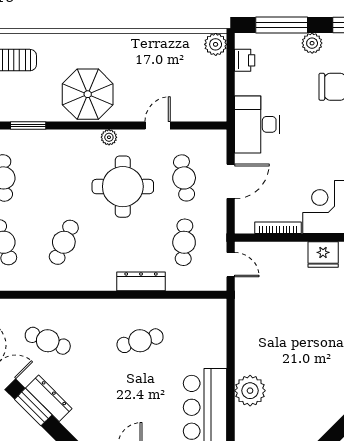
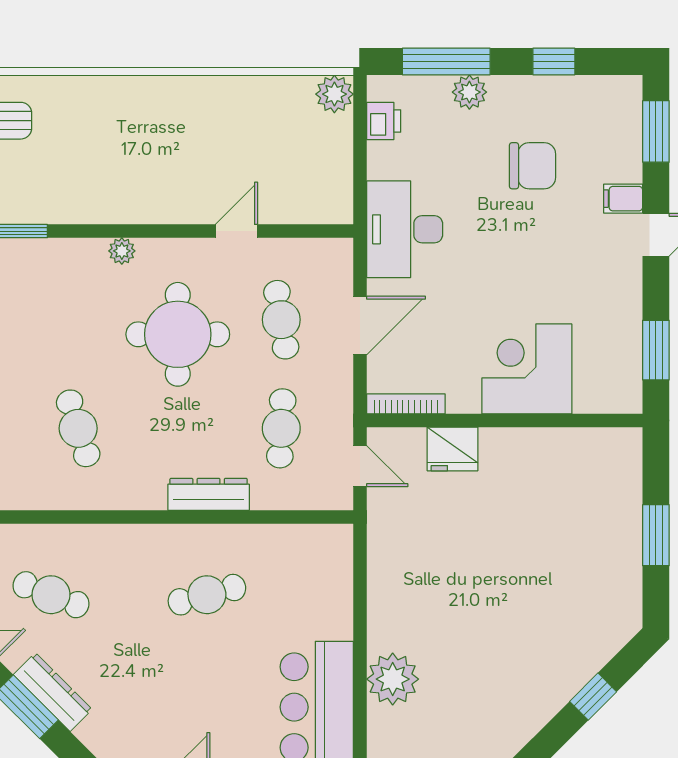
plant: (312, 43) -> (469, 92), moved
parasol: (88, 94) -> (118, 178), removed
plant: (109, 137) -> (122, 251), moved
bookcase: (278, 228) -> (406, 404), moved
cafe table: (64, 242) -> (78, 428), turned -42
fridge: (323, 254) -> (452, 449), moved

